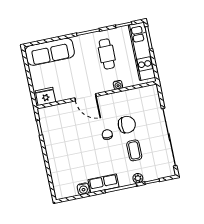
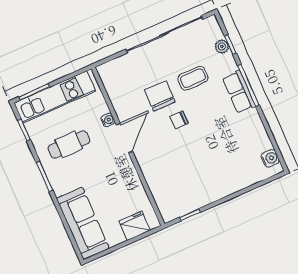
fridge: (45, 96) -> (135, 226), moved, turned 90
door: (86, 97) -> (124, 138), moved
plant: (138, 178) -> (222, 46), moved
row of seats: (104, 183) -> (239, 92), moved
water cooler: (83, 189) -> (270, 158), moved

